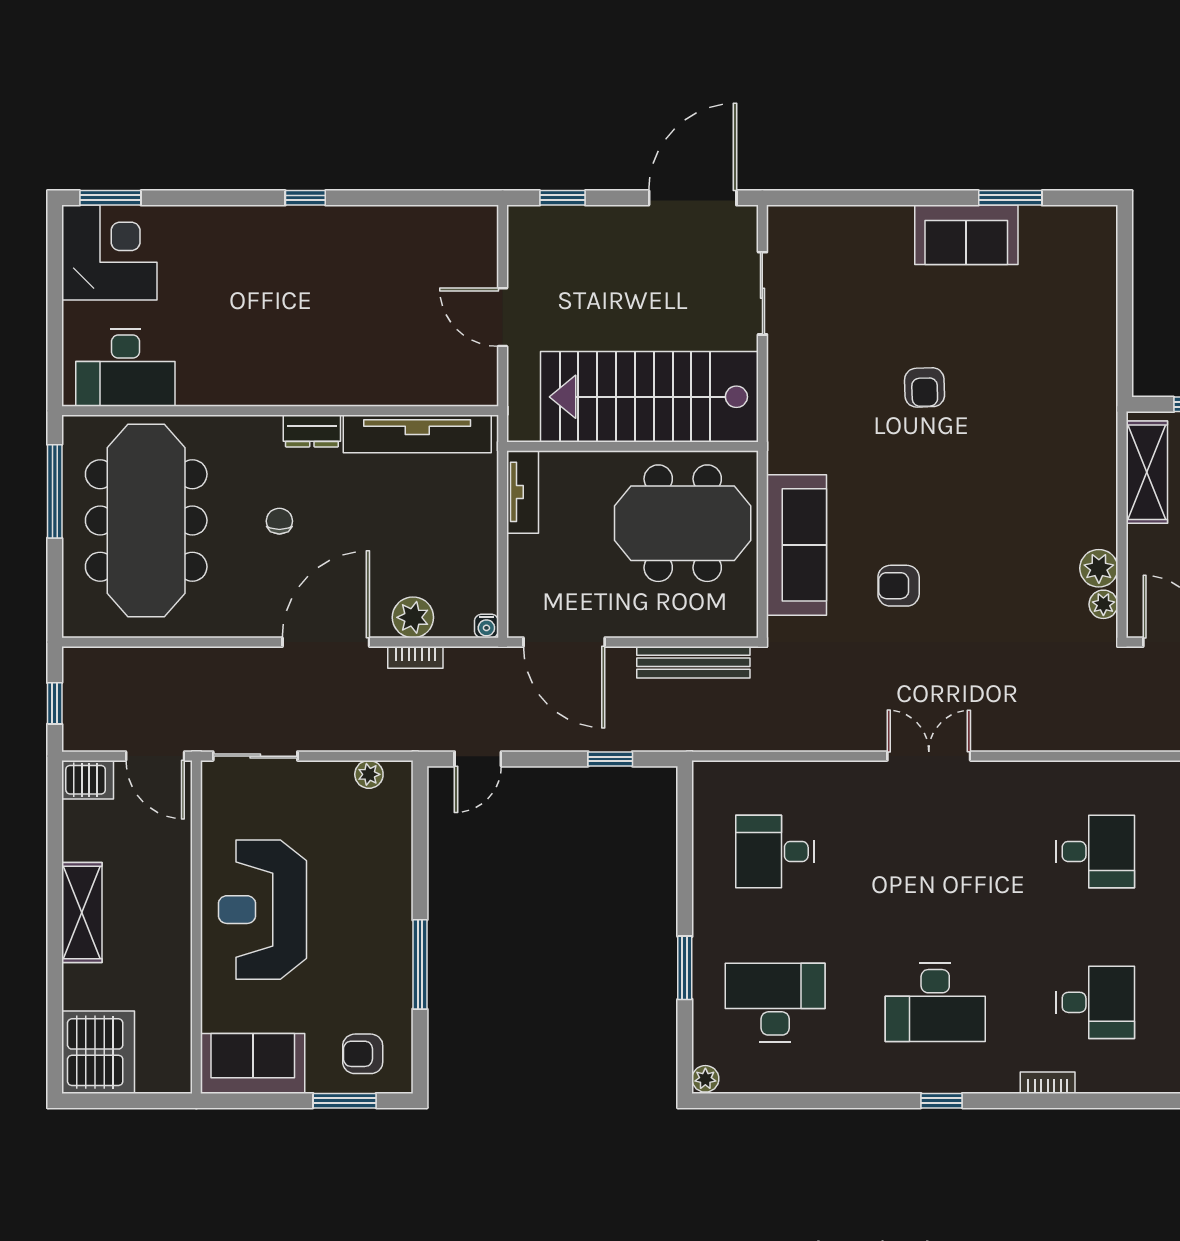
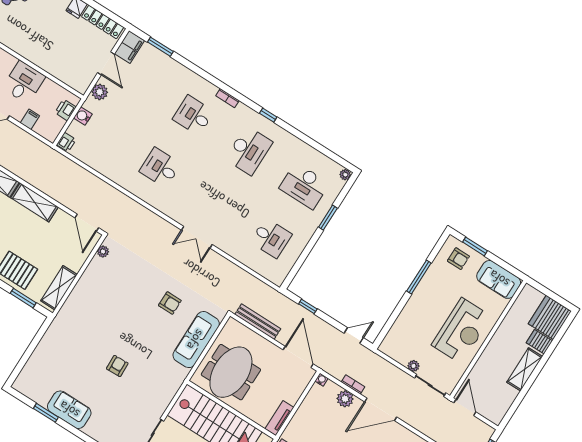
meeting table: (683, 523) -> (231, 372), turned 90
plant: (1099, 568) -> (97, 265), removed
plant: (369, 774) -> (414, 366), moved
server rack: (88, 780) -> (539, 342), moved
desk: (935, 1002) -> (249, 151), turned 90

